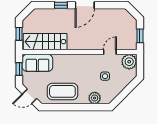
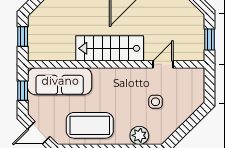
stairs: (45, 42) -> (110, 48), moved
plant: (129, 62) -> (193, 79), removed
sofa: (37, 63) -> (60, 81), width x1.36

